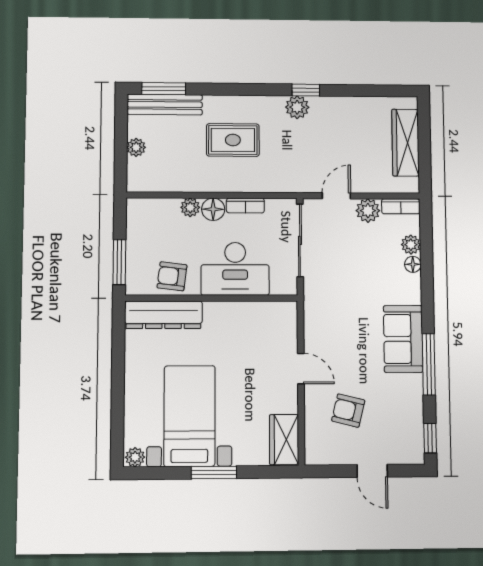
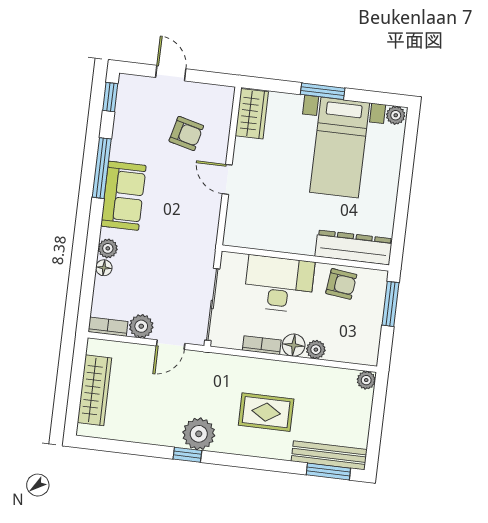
plant: (297, 107) -> (199, 434), width x1.36, depth x1.36
plant: (136, 147) -> (366, 380), moved
plant: (411, 245) -> (108, 248), moved

